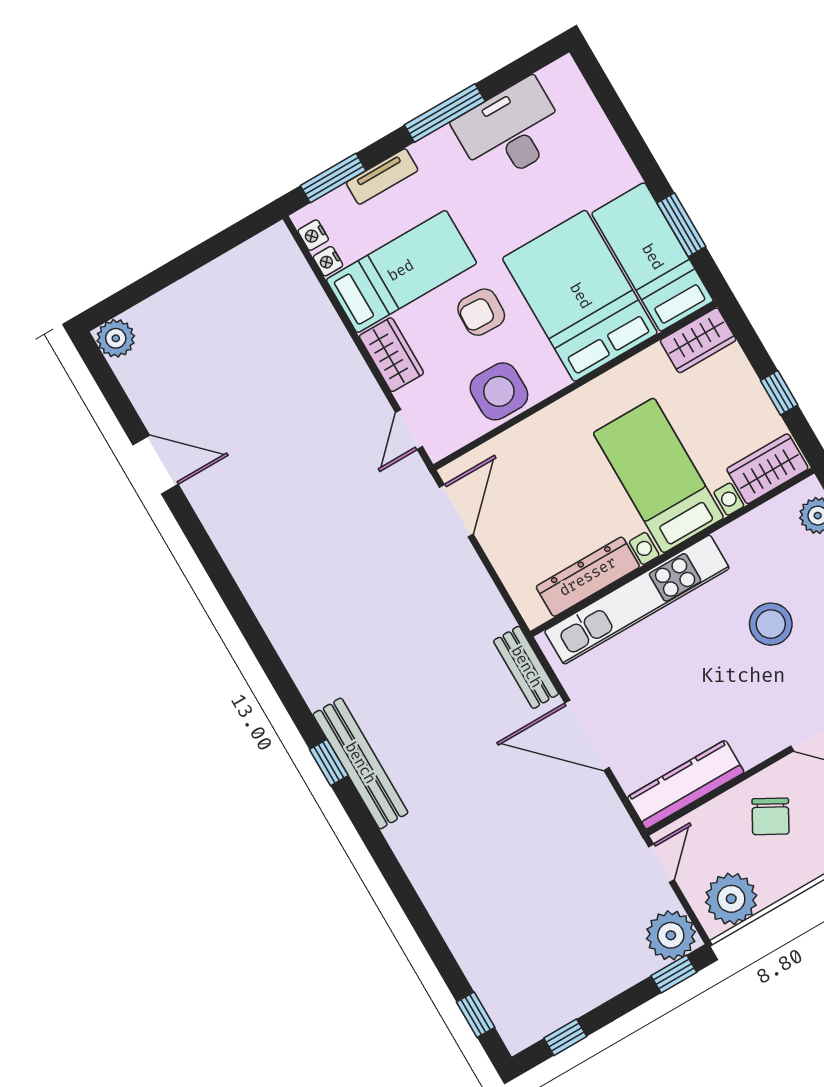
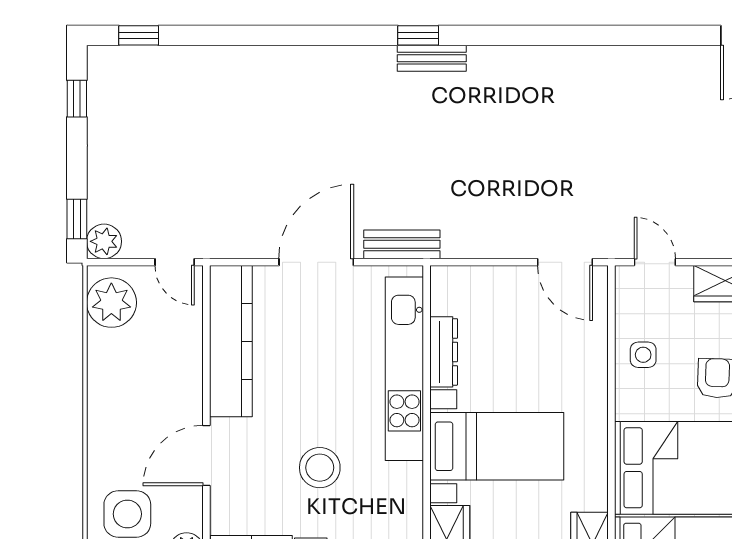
side table: (499, 391) -> (643, 355), width x0.54, depth x0.54
dresser: (588, 577) -> (444, 352), width x0.73, depth x0.80
bench: (360, 763) -> (432, 58), width x0.54, depth x0.82
kitchen counter: (686, 785) -> (231, 341), width x1.39, depth x1.17
chair: (771, 816) -> (161, 375), removed
plant: (671, 935) -> (104, 241), width x0.73, depth x0.73

